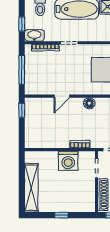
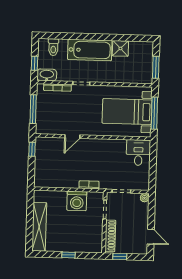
floor lamp: (89, 103) -> (99, 144), removed

